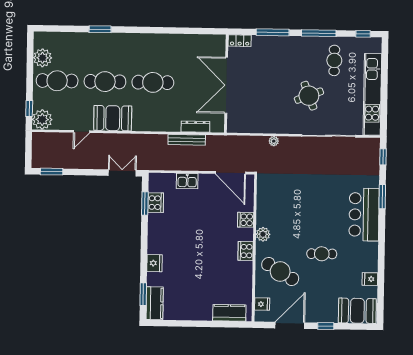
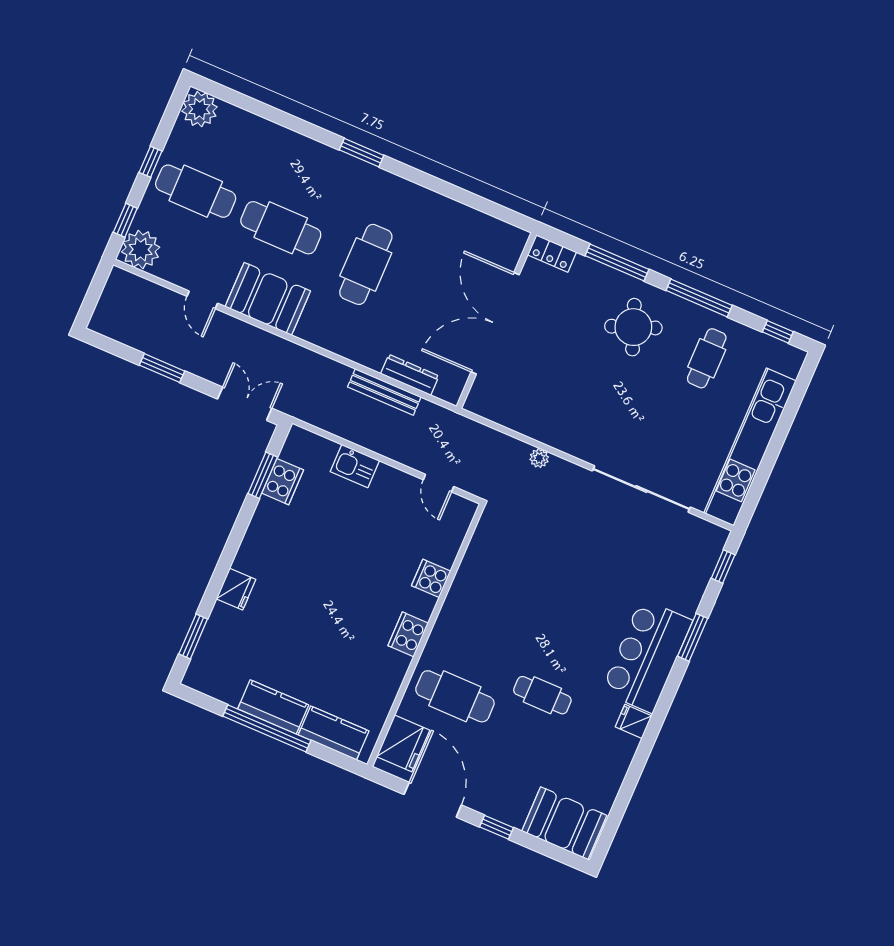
window: (100, 29) -> (362, 153), moved
plant: (43, 58) -> (199, 109), moved
window: (30, 76) -> (151, 162), added
cafe table: (153, 82) -> (366, 264), turned 90
round table: (309, 96) -> (633, 327), moved
door: (82, 131) -> (202, 300), hinge flipped
window: (52, 172) -> (162, 368), moved
door: (230, 173) -> (439, 483), width x0.53
plant: (263, 234) -> (451, 617), removed
cafe table: (280, 271) -> (455, 696), turned -31
fridge: (370, 279) -> (633, 721), moved
kitchen counter: (155, 303) -> (273, 707), moved, turned -90
fridge: (262, 304) -> (403, 743), width x1.88, depth x1.34
window: (197, 324) -> (267, 728), added
door: (290, 325) -> (433, 800), hinge flipped

